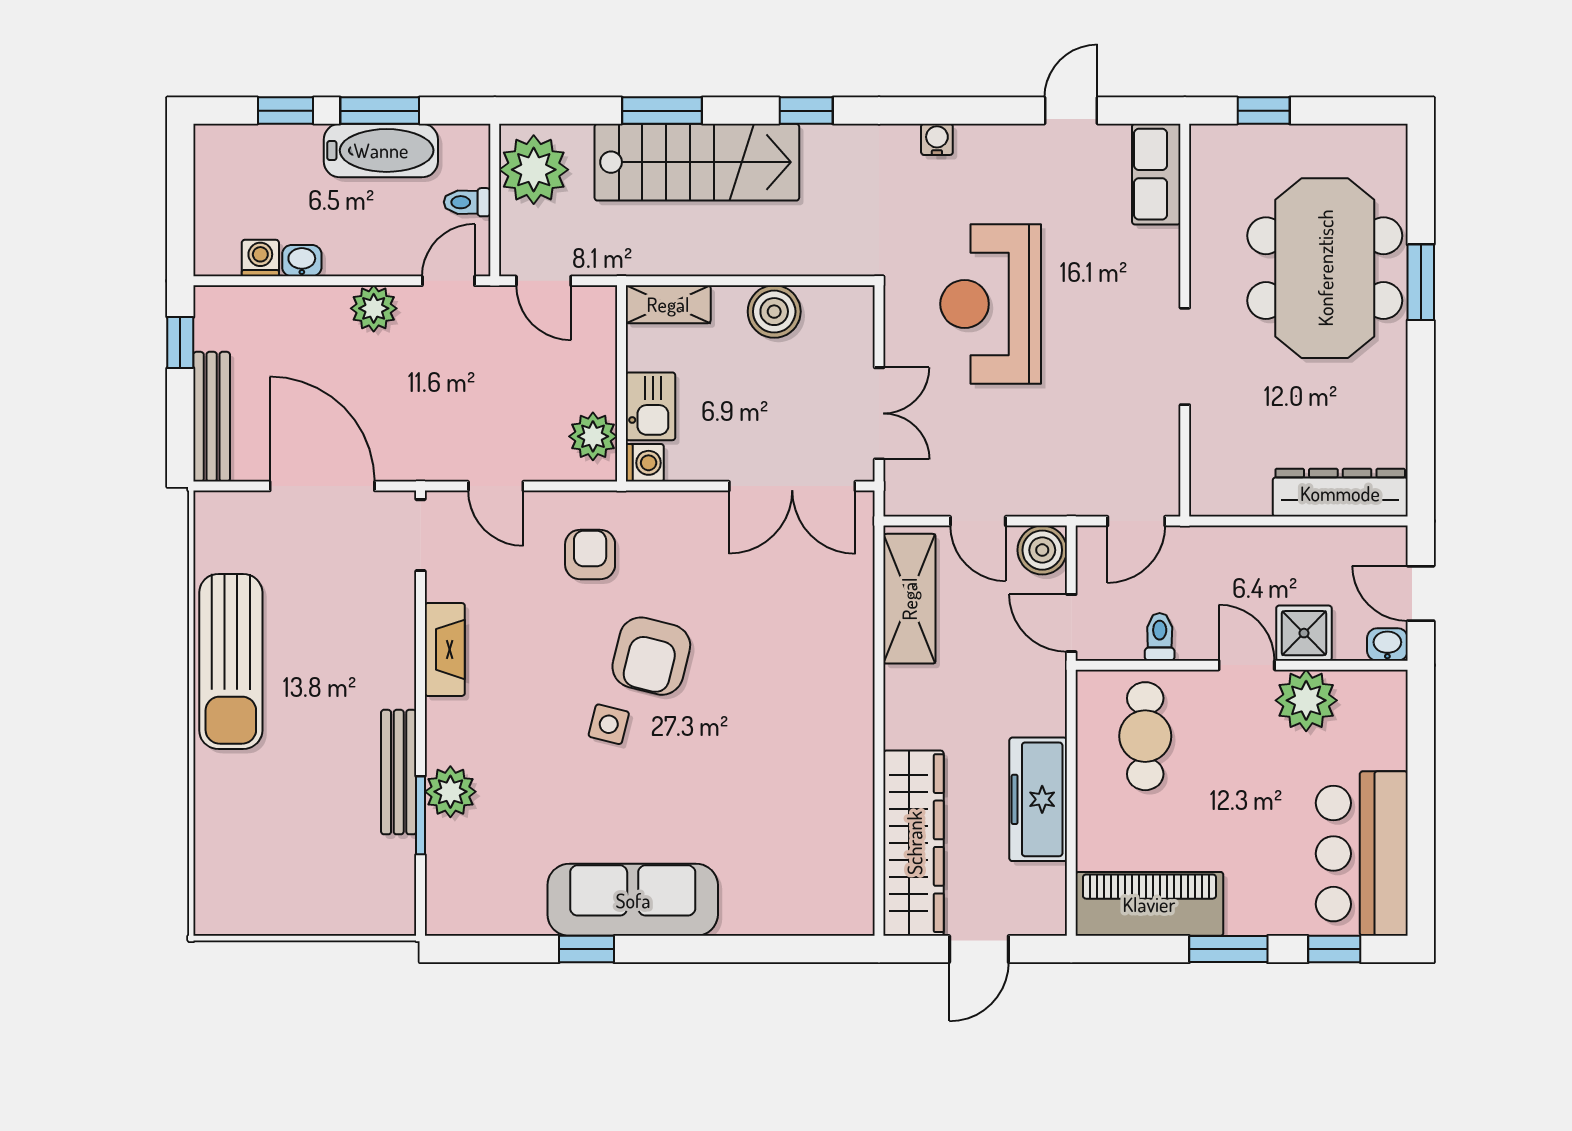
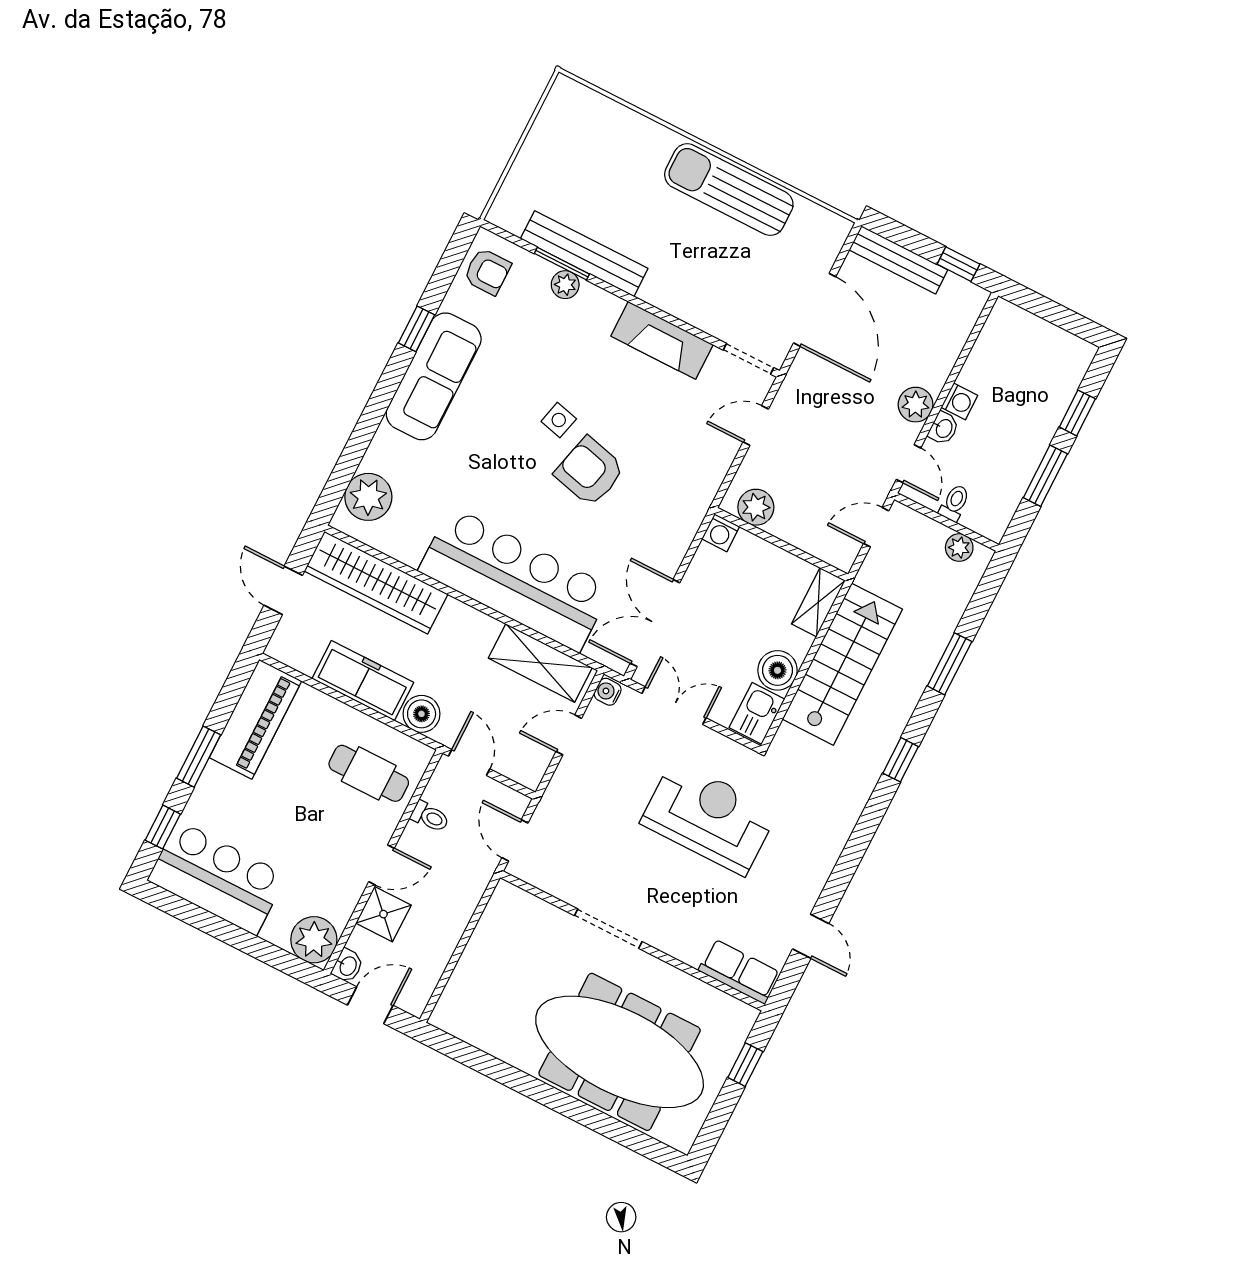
water cooler: (937, 139) -> (608, 692), moved, turned 180
bathtub: (381, 150) -> (1018, 463), removed
stairs: (697, 162) -> (842, 664), moved, turned 180
plant: (534, 170) -> (959, 548), width x0.53, depth x0.53
washing machine: (260, 258) -> (959, 401), moved
washbasin: (302, 261) -> (944, 428), moved
meeting table: (1325, 268) -> (620, 1052), width x1.36
window: (1421, 282) -> (578, 1111), removed
kitchen sink: (650, 406) -> (757, 713), moved, turned 90
double door: (879, 413) -> (674, 706), swing flipped
door: (322, 486) -> (815, 310), hinge flipped
dresser: (1340, 493) -> (465, 986), removed
boiler: (1042, 550) -> (422, 714), moved
armchair: (590, 555) -> (487, 271), moved
door: (1071, 623) -> (469, 762), hinge flipped
fireplace: (445, 649) -> (662, 340), width x1.37, depth x1.32
bar counter: (825, 680) -> (515, 579), added
plant: (1306, 700) -> (314, 940), moved
bench: (399, 772) -> (584, 254), width x1.37, depth x1.21
plant: (450, 792) -> (565, 285), width x0.73, depth x0.73
plant: (816, 904) -> (368, 497), added

